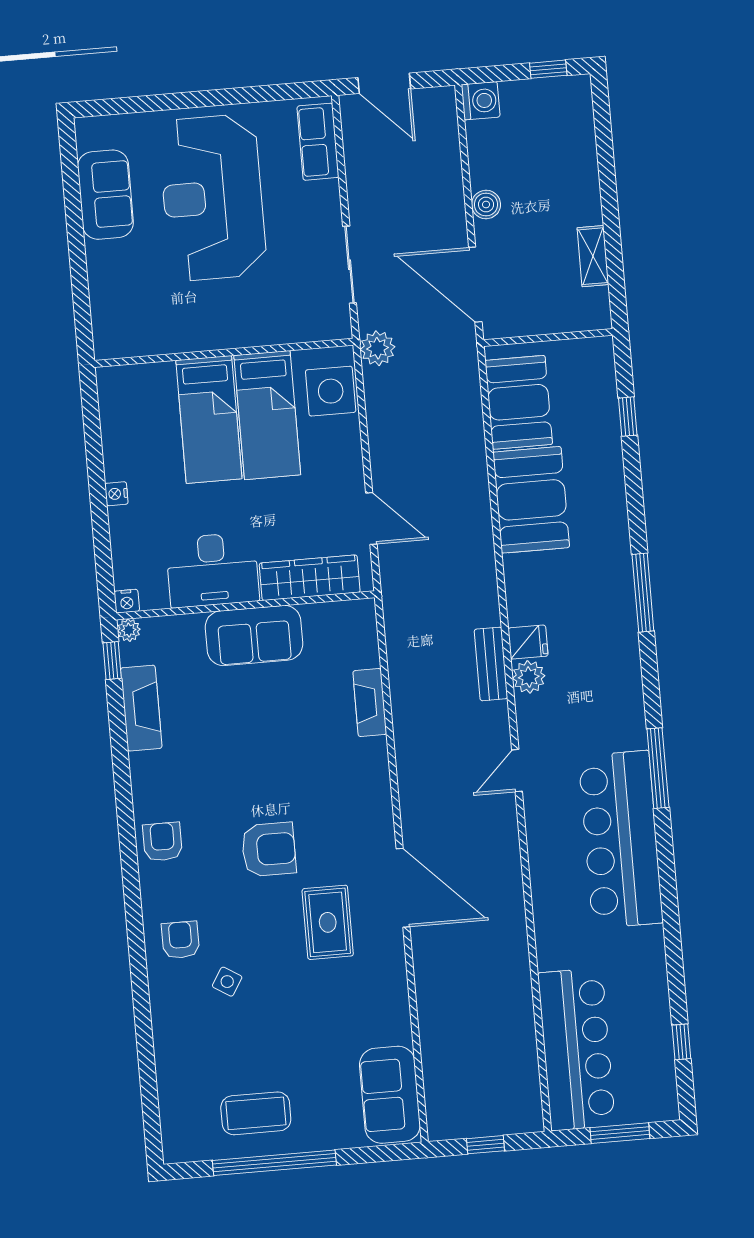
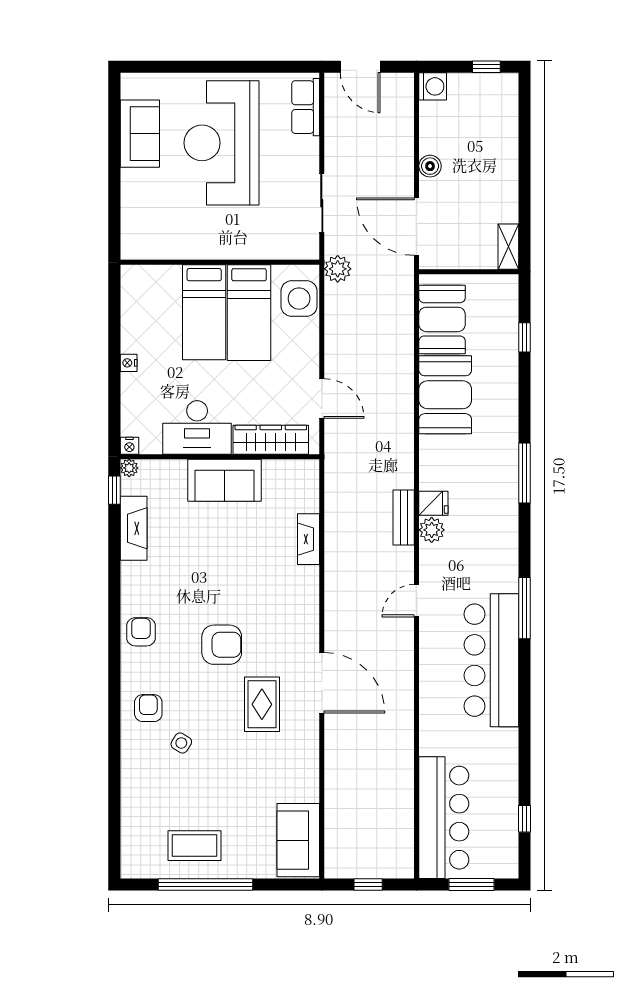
shelving: (593, 256) -> (508, 247), moved

